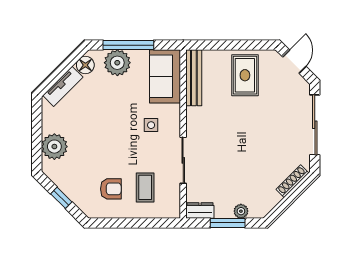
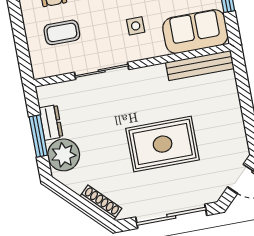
rug: (245, 75) -> (163, 144), moved, width x1.36, depth x1.43
dresser: (200, 210) -> (51, 122), moved
plant: (241, 211) -> (64, 155), width x1.87, depth x1.87

